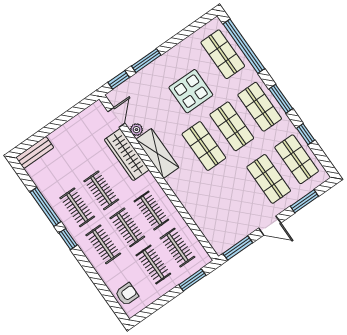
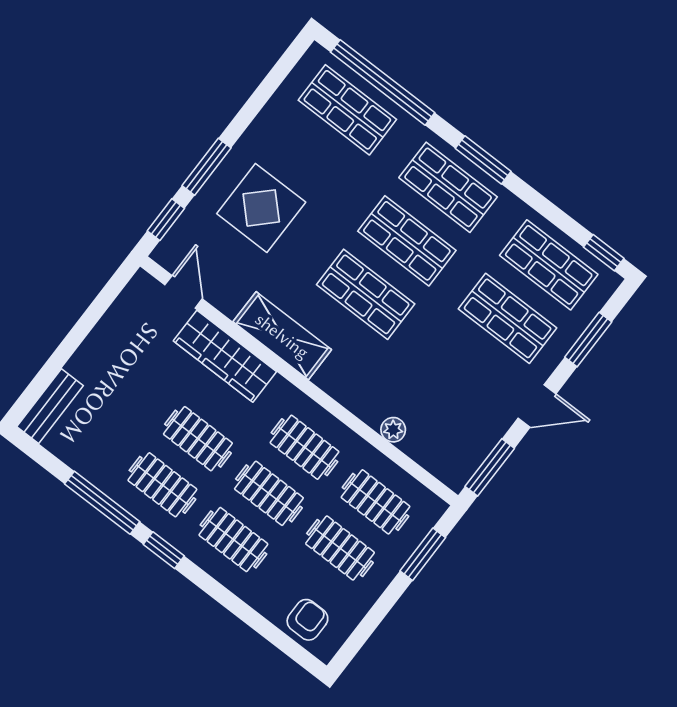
display table: (191, 91) -> (261, 208), moved
plant: (136, 130) -> (393, 430), moved
window: (306, 134) -> (604, 253), moved

